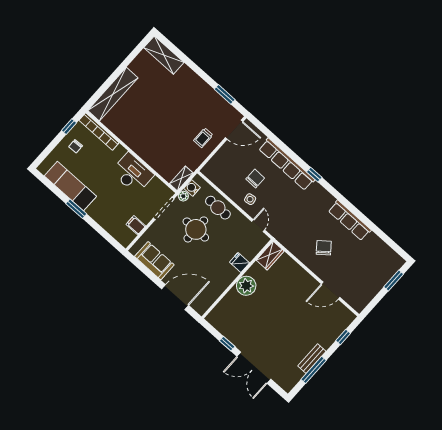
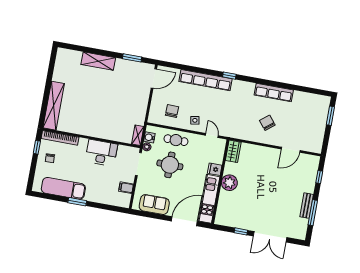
shelving: (164, 55) -> (98, 61), moved
trolley: (203, 138) -> (136, 97), removed
chair: (255, 179) -> (172, 111), moved
kitchen unit: (215, 290) -> (209, 199), added

